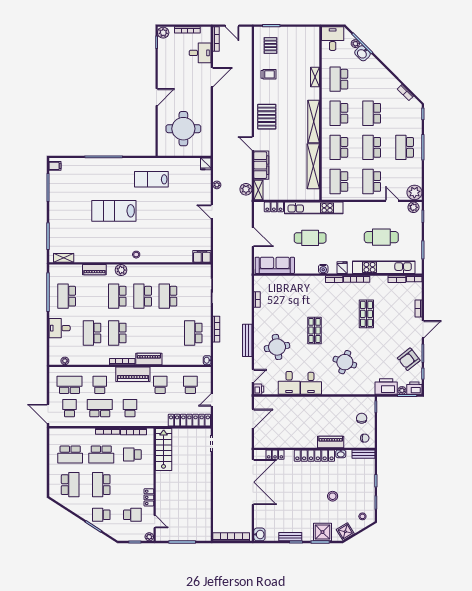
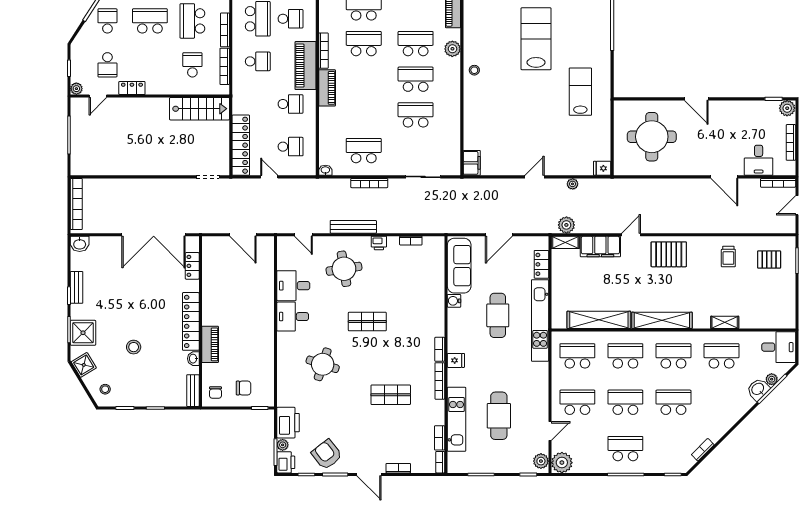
kitchen unit: (384, 267) -> (456, 419), width x0.73
water cooler: (323, 269) -> (454, 301), moved
printer: (259, 389) -> (379, 243), moved

